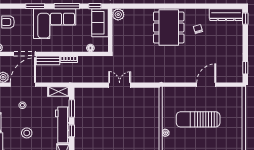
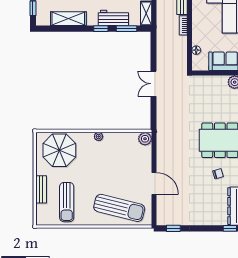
double door: (120, 85) -> (153, 84), swing flipped
plant: (167, 92) -> (145, 139), added
sun lounger: (198, 119) -> (119, 208), moved, turned 104
workbench: (62, 125) -> (113, 18), width x0.73

